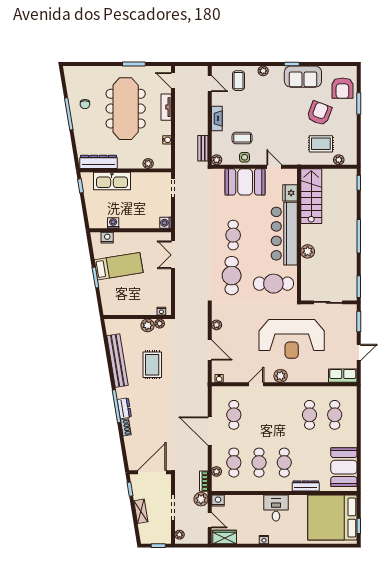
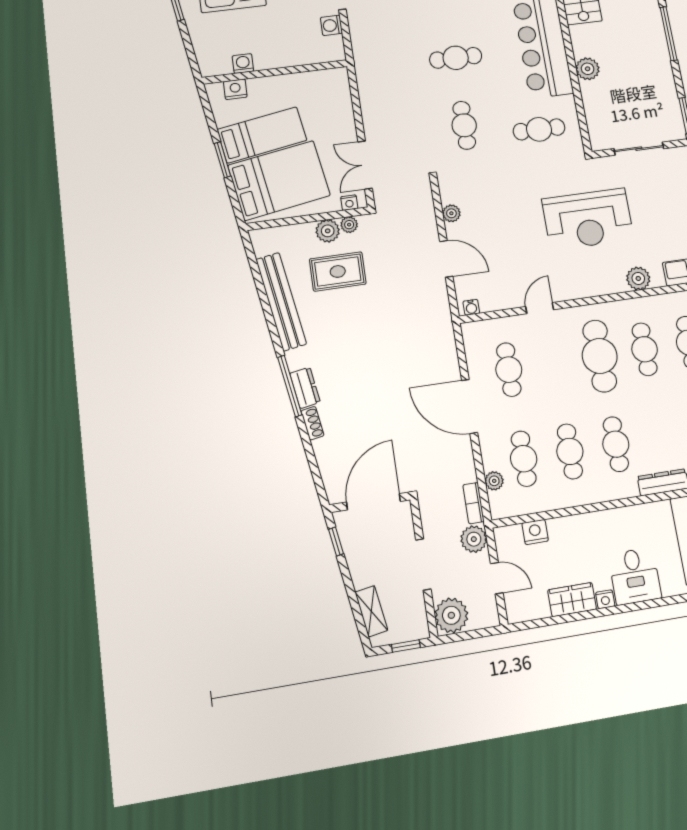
washing machine: (166, 223) -> (331, 25), moved
cafe table: (233, 235) -> (456, 58), turned 90
double door: (173, 255) -> (365, 165), moved
cafe table: (232, 276) -> (464, 125), width x0.73, depth x0.74
cafe table: (273, 284) -> (539, 129), width x0.73, depth x0.74
bed: (125, 293) -> (279, 180), added
reception desk: (292, 339) -> (588, 219), width x0.74, depth x0.77
rug: (152, 365) -> (338, 271), moved, turned 90
plant: (281, 376) -> (638, 278), moved
cafe table: (284, 415) -> (600, 356), added
nightstand: (218, 501) -> (535, 532), moved
desk: (276, 508) -> (635, 576), moved, turned 180
shelving: (141, 511) -> (371, 611), moved
plant: (179, 535) -> (451, 615), width x1.87, depth x1.87
wardrobe: (225, 537) -> (572, 600), moved

